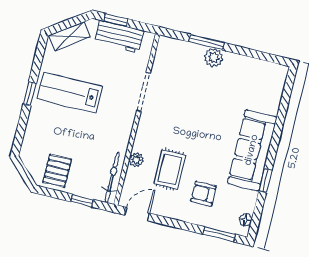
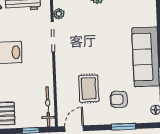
plant: (136, 160) -> (59, 14), moved
window: (219, 234) -> (124, 127), moved

